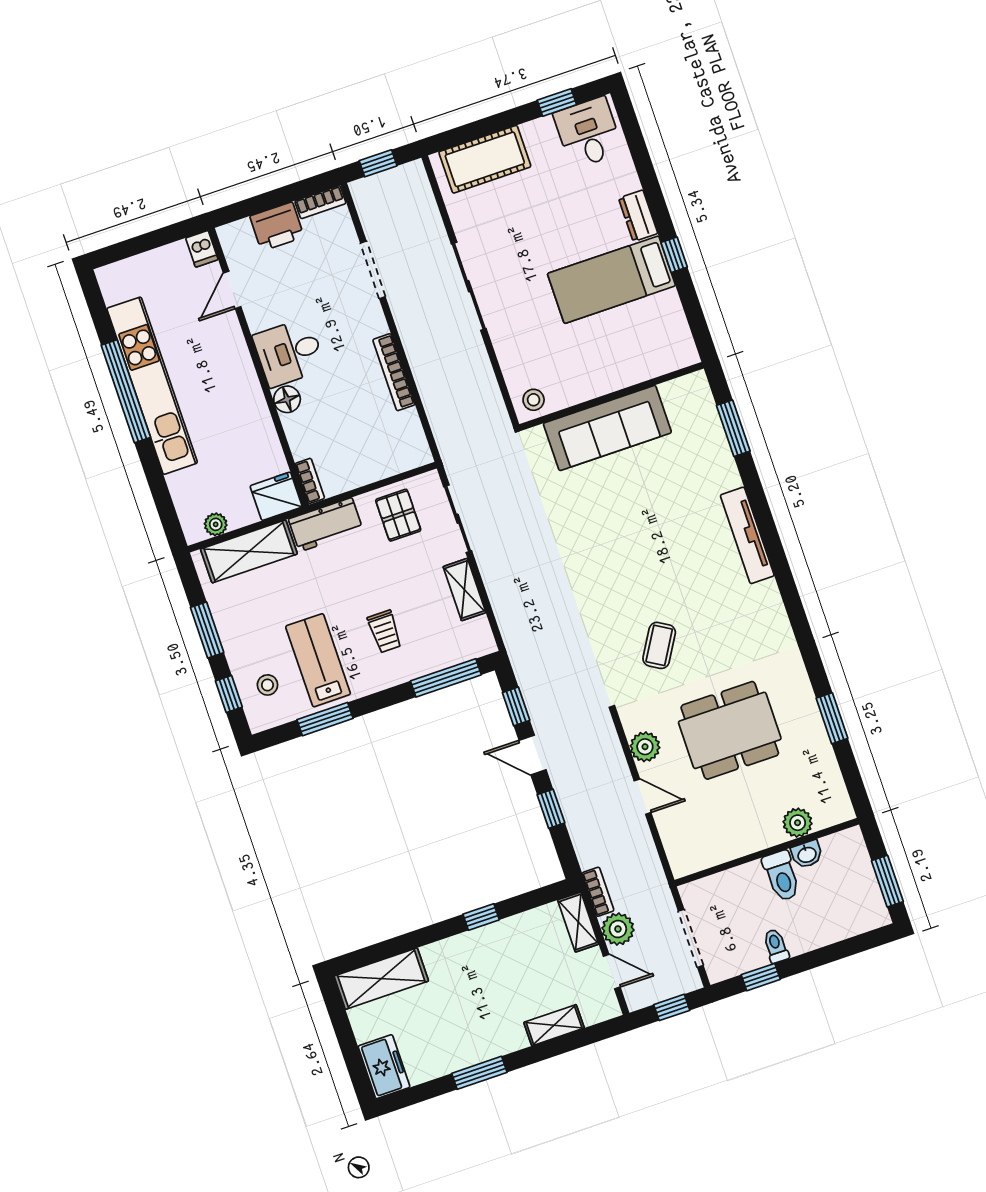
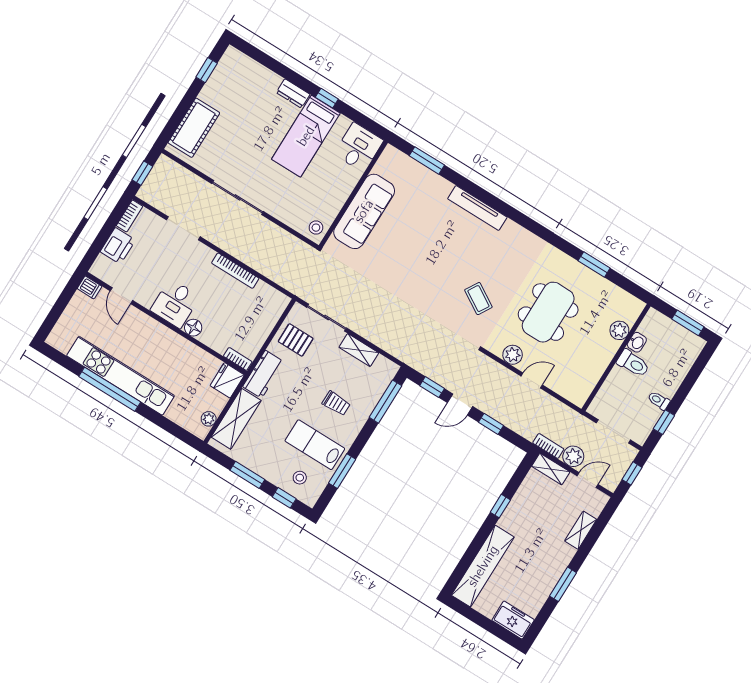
desk: (588, 133) -> (359, 147), moved, turned 90
shelving: (381, 979) -> (483, 566), width x1.47

